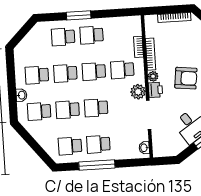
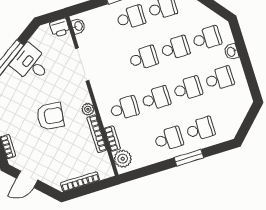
armchair: (186, 78) -> (50, 116), turned 180
printer: (155, 90) -> (60, 28), moved, turned -90
plant: (138, 92) -> (123, 159), moved

